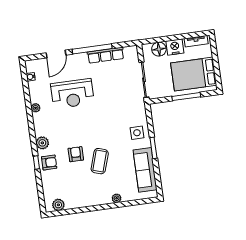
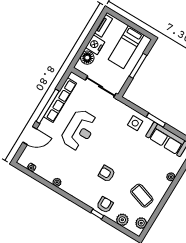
door: (56, 54) -> (30, 136), hinge flipped
row of seats: (106, 55) -> (60, 100), width x1.36
bed: (194, 74) -> (126, 47), width x0.67
reception desk: (72, 94) -> (79, 130), moved
plant: (42, 143) -> (122, 220), moved
armchair: (76, 154) -> (107, 174), moved
coffee table: (100, 161) -> (142, 196), moved

